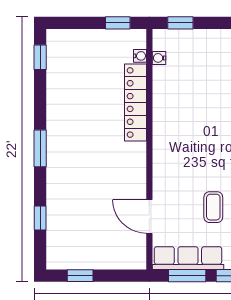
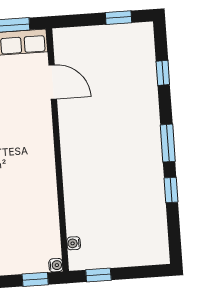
window: (40, 57) -> (171, 190), moved
water cooler: (159, 58) -> (56, 265), moved
locker: (136, 103) -> (75, 196), removed

